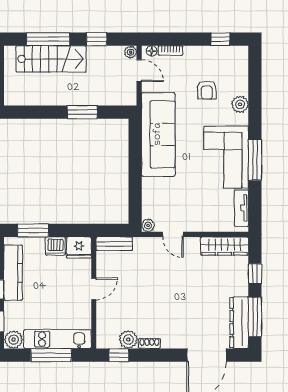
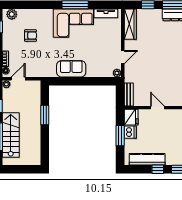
plant: (240, 104) -> (12, 14), moved
sofa: (158, 134) -> (71, 69), width x0.54, depth x0.79
window: (33, 230) -> (120, 136), moved

